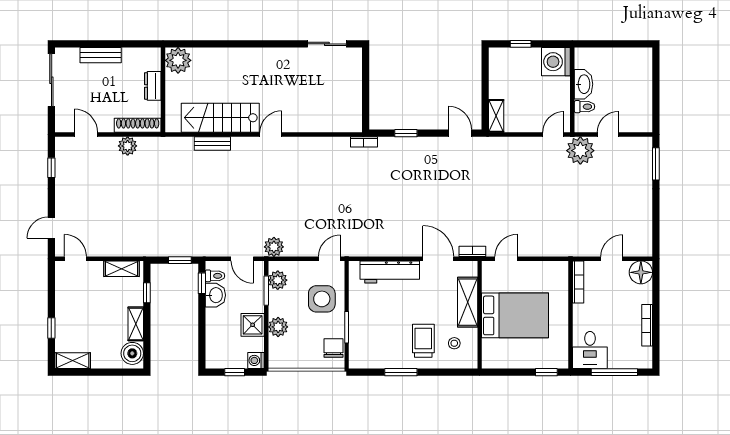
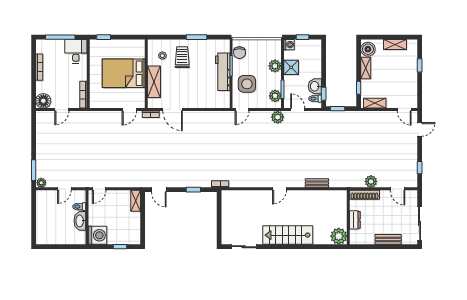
stairs: (220, 118) -> (288, 235), moved, turned 180
plant: (580, 151) -> (41, 183), moved, width x0.53, depth x0.53
workbench: (390, 272) -> (223, 72), moved, turned -90
trolley: (423, 341) -> (182, 57), turned 180
shelving: (73, 361) -> (395, 45), moved

